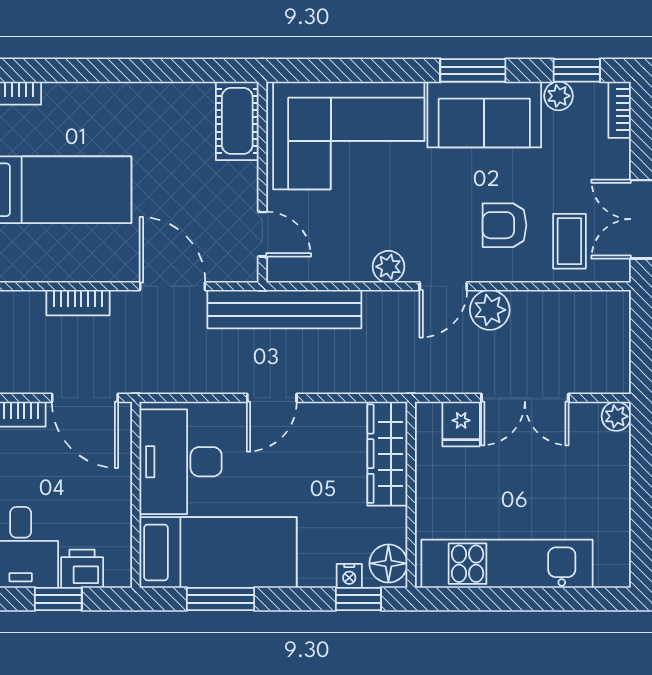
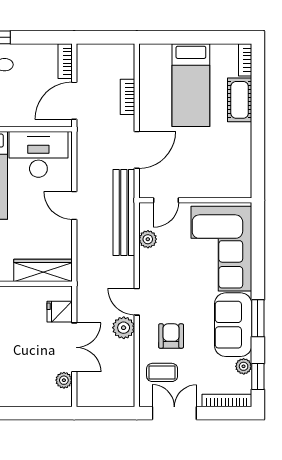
bookcase: (620, 110) -> (227, 401), width x1.56
cot: (237, 121) -> (240, 100), moved, turned 90
plant: (388, 267) -> (148, 239), moved
double door: (525, 398) -> (74, 347), swing flipped
plant: (616, 416) -> (64, 380), moved

